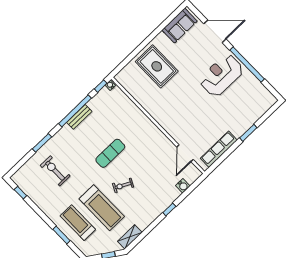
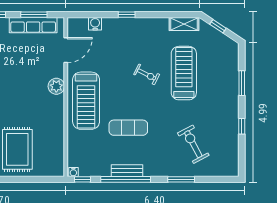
plant: (170, 126) -> (56, 86), added
exercise mat: (110, 153) -> (128, 128), moved
window: (224, 156) -> (34, 15), added
exercise bike: (55, 171) -> (193, 144), turned 152
window: (20, 193) -> (242, 126), moved
treadmill: (78, 223) -> (86, 101), moved, width x1.37, depth x1.38

